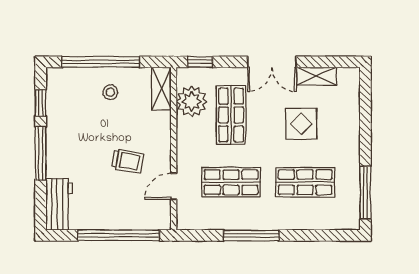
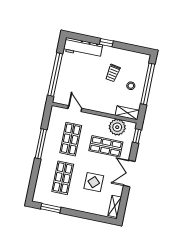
shelving: (316, 76) -> (115, 206), moved
window: (41, 103) -> (133, 48), removed
window: (41, 153) -> (106, 43), width x0.46
trolley: (128, 161) -> (113, 73), moved
window: (365, 193) -> (51, 208), width x0.69
workbench: (59, 204) -> (83, 48), width x1.37

